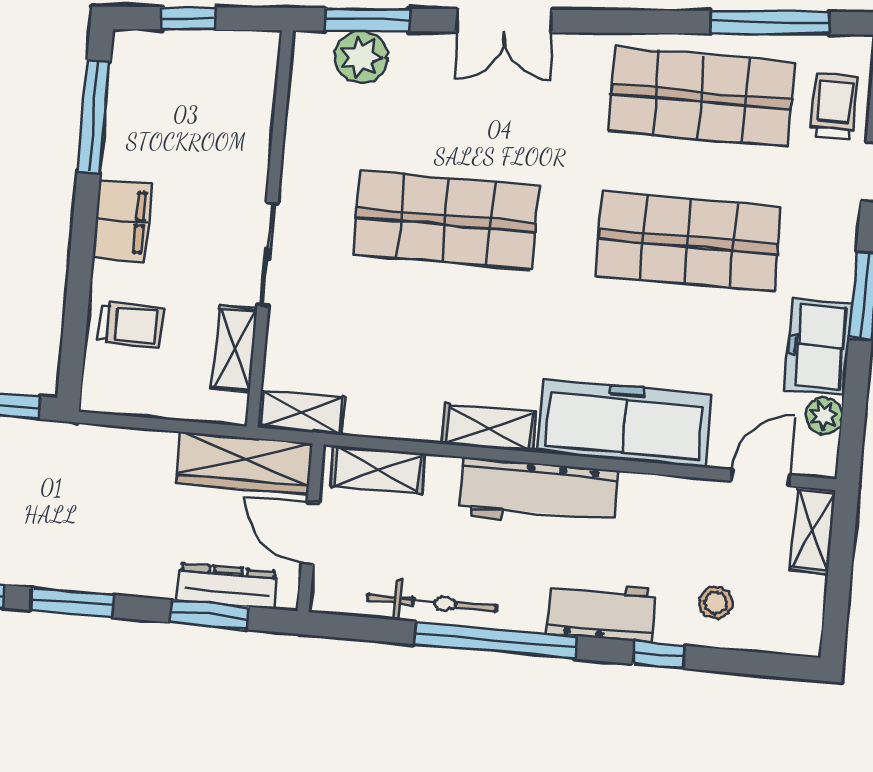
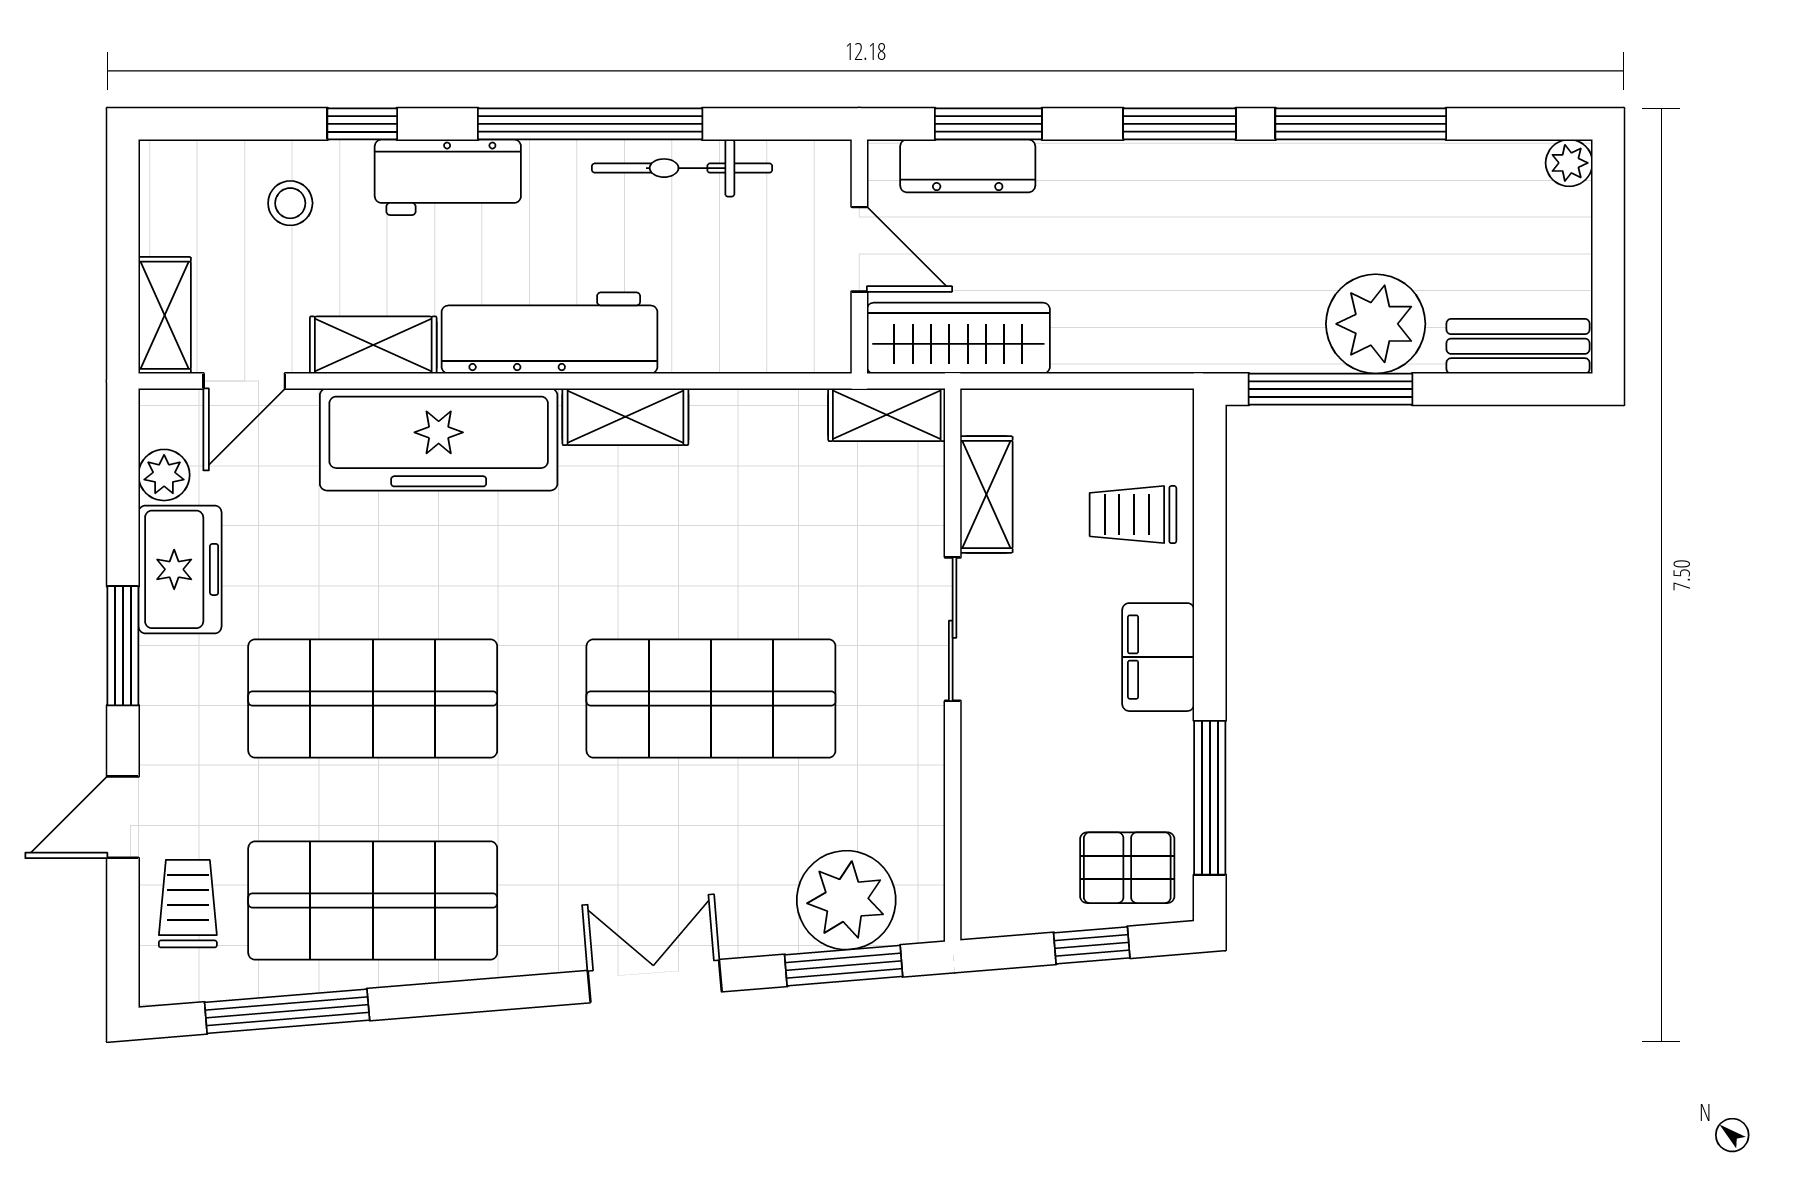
plant: (361, 57) -> (846, 900), width x1.36, depth x1.36
pallet: (157, 72) -> (1127, 868), added
trolley: (834, 106) -> (188, 904), turned 180
shelving: (378, 470) -> (373, 345), moved

